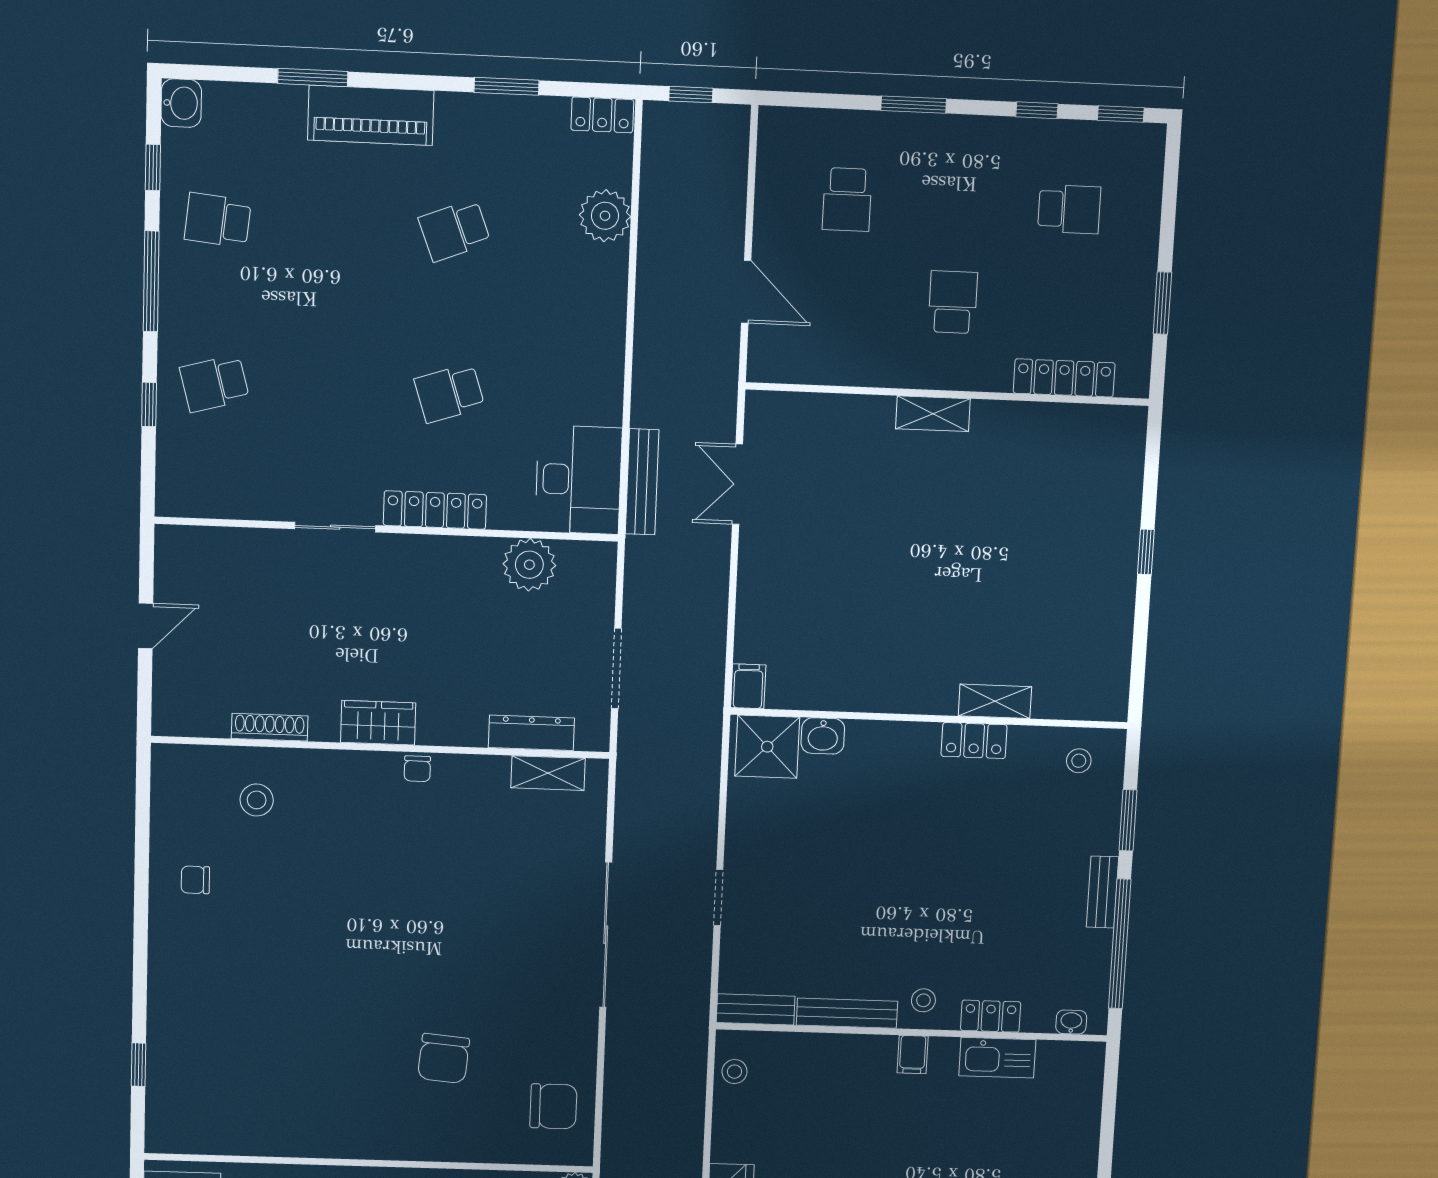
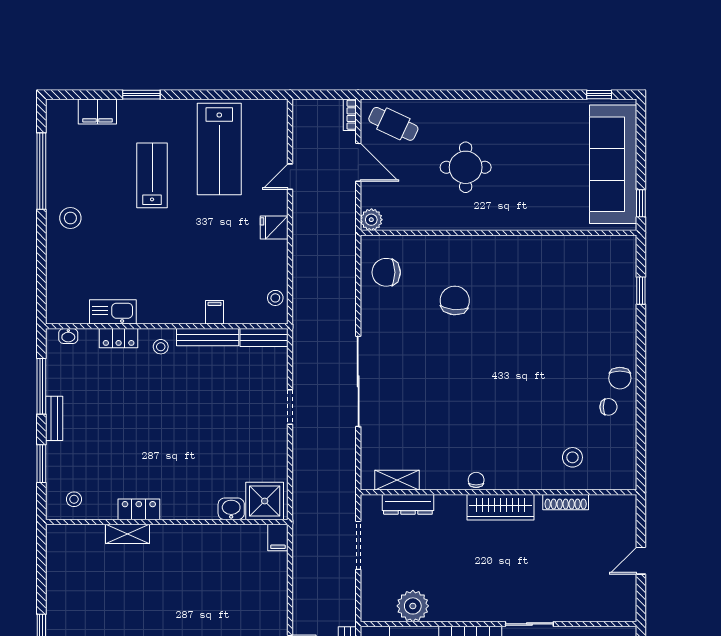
wardrobe: (378, 723) -> (501, 507), width x1.50
chair: (176, 926) -> (620, 378), added
window: (1120, 944) -> (41, 386), width x0.68
filing cabinet: (913, 1055) -> (215, 312), moved

